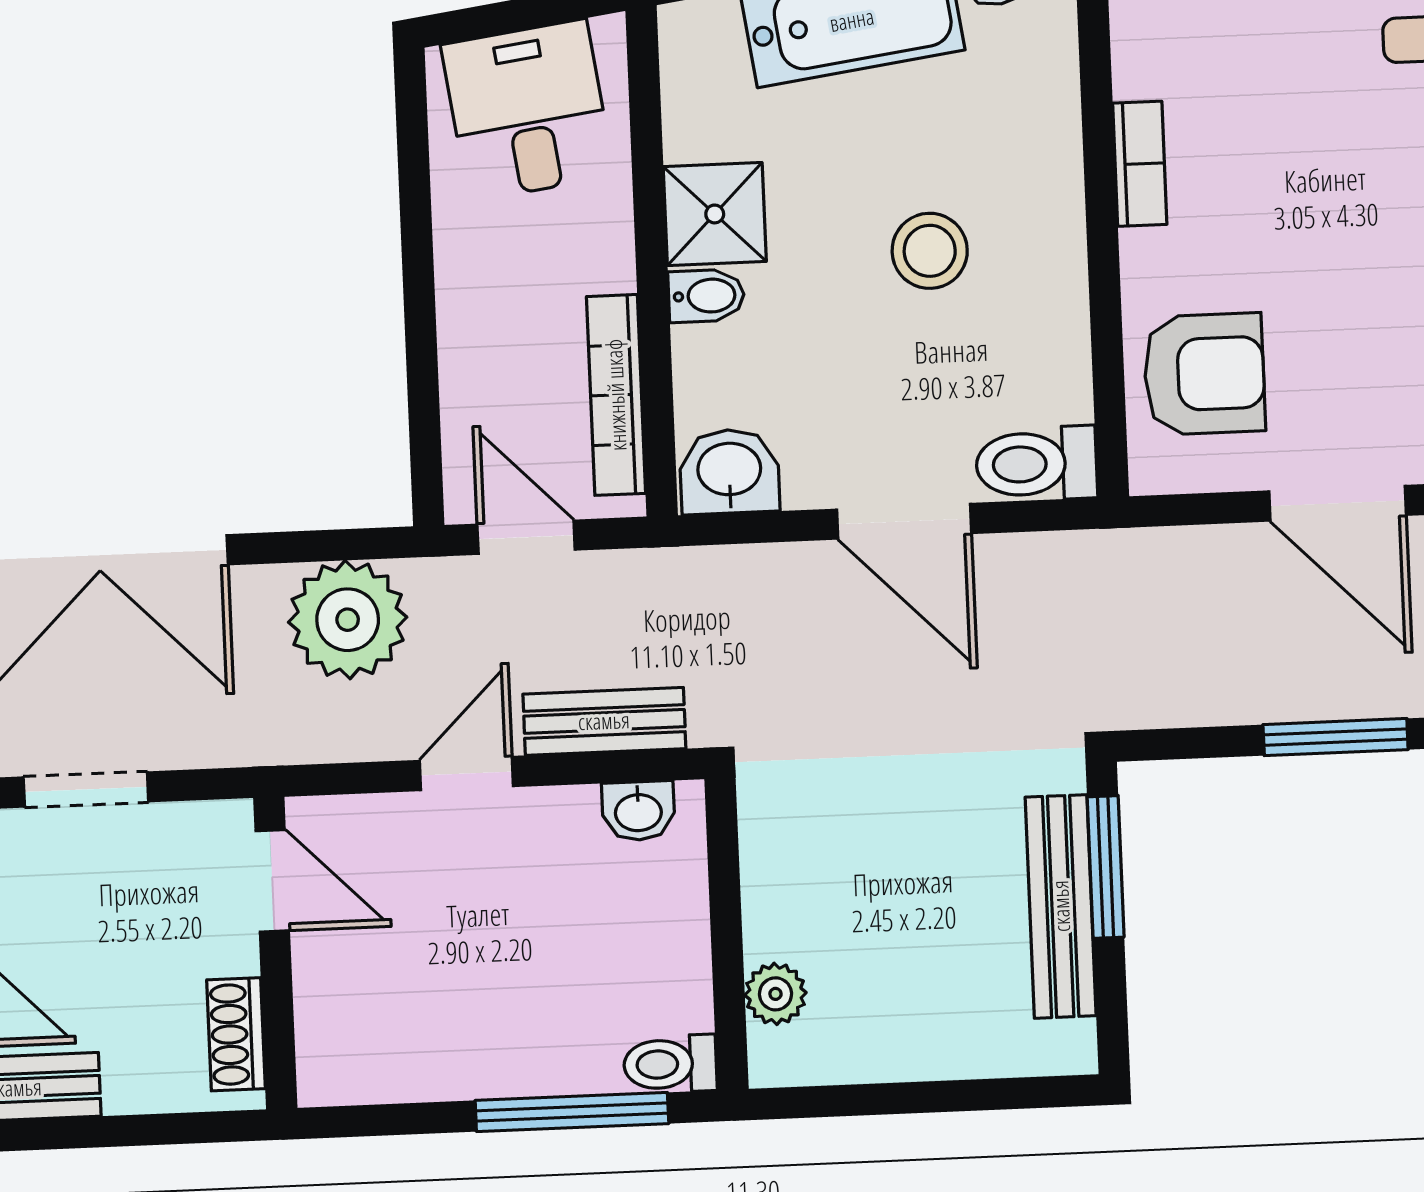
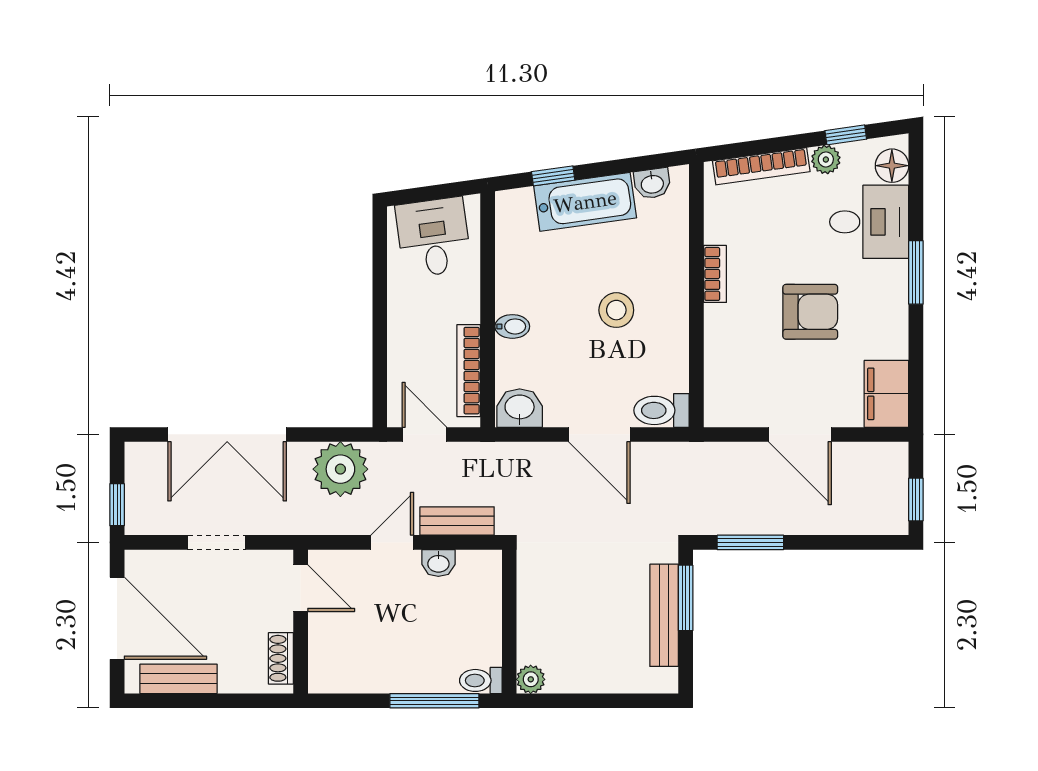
shower: (715, 214) -> (518, 289), removed
armchair: (1204, 374) -> (810, 312), moved
window: (1336, 737) -> (750, 542), moved
washbasin: (638, 811) -> (438, 563), moved
plant: (775, 994) -> (531, 679), moved

